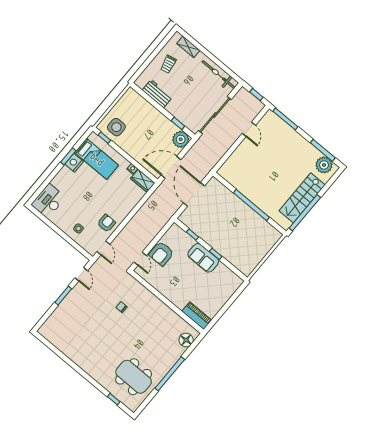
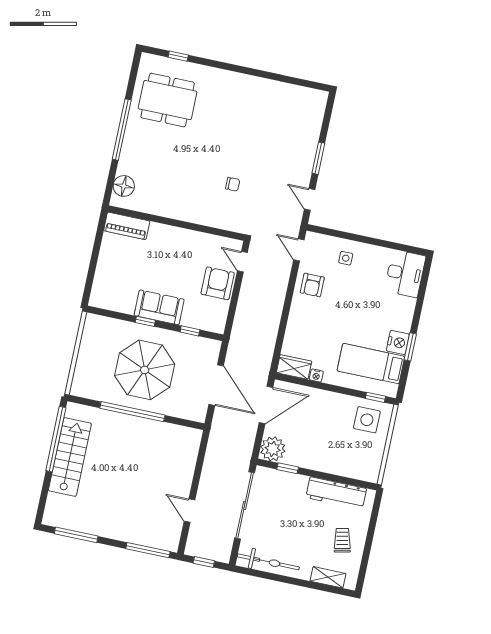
workbench: (157, 94) -> (336, 493), width x1.38
plant: (324, 165) -> (64, 516), removed
parasol: (231, 226) -> (145, 370), added

